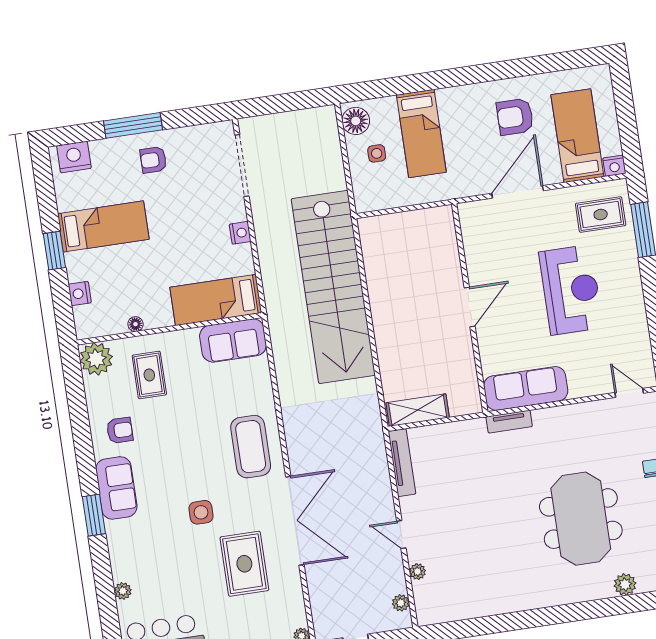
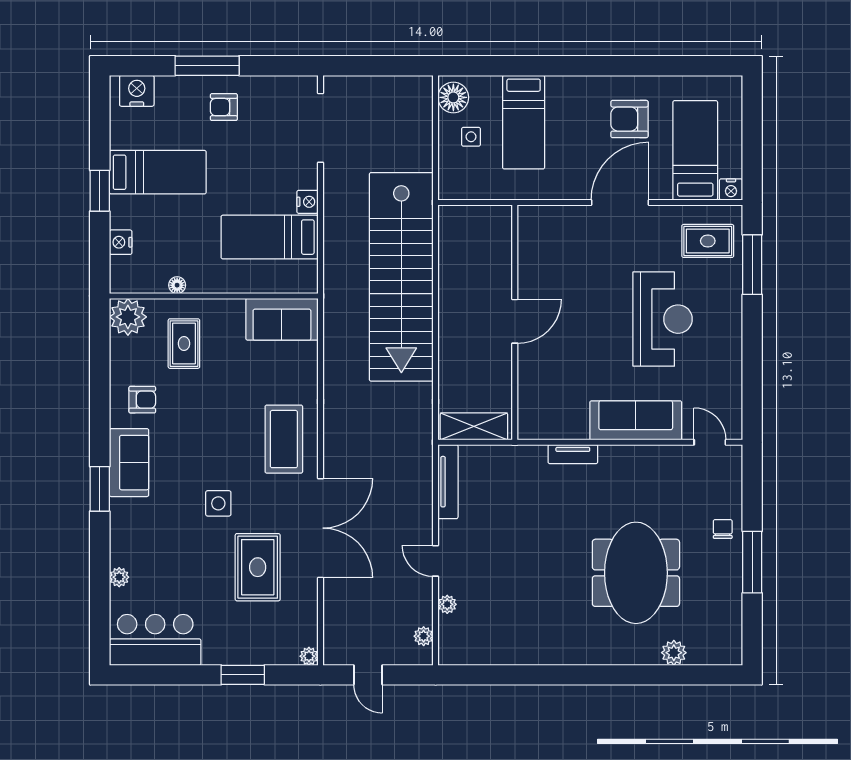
bed: (216, 300) -> (270, 237), moved
door: (470, 307) -> (515, 321), moved
wall: (470, 308) -> (515, 322), moved
sofa: (526, 388) -> (636, 420), moved

